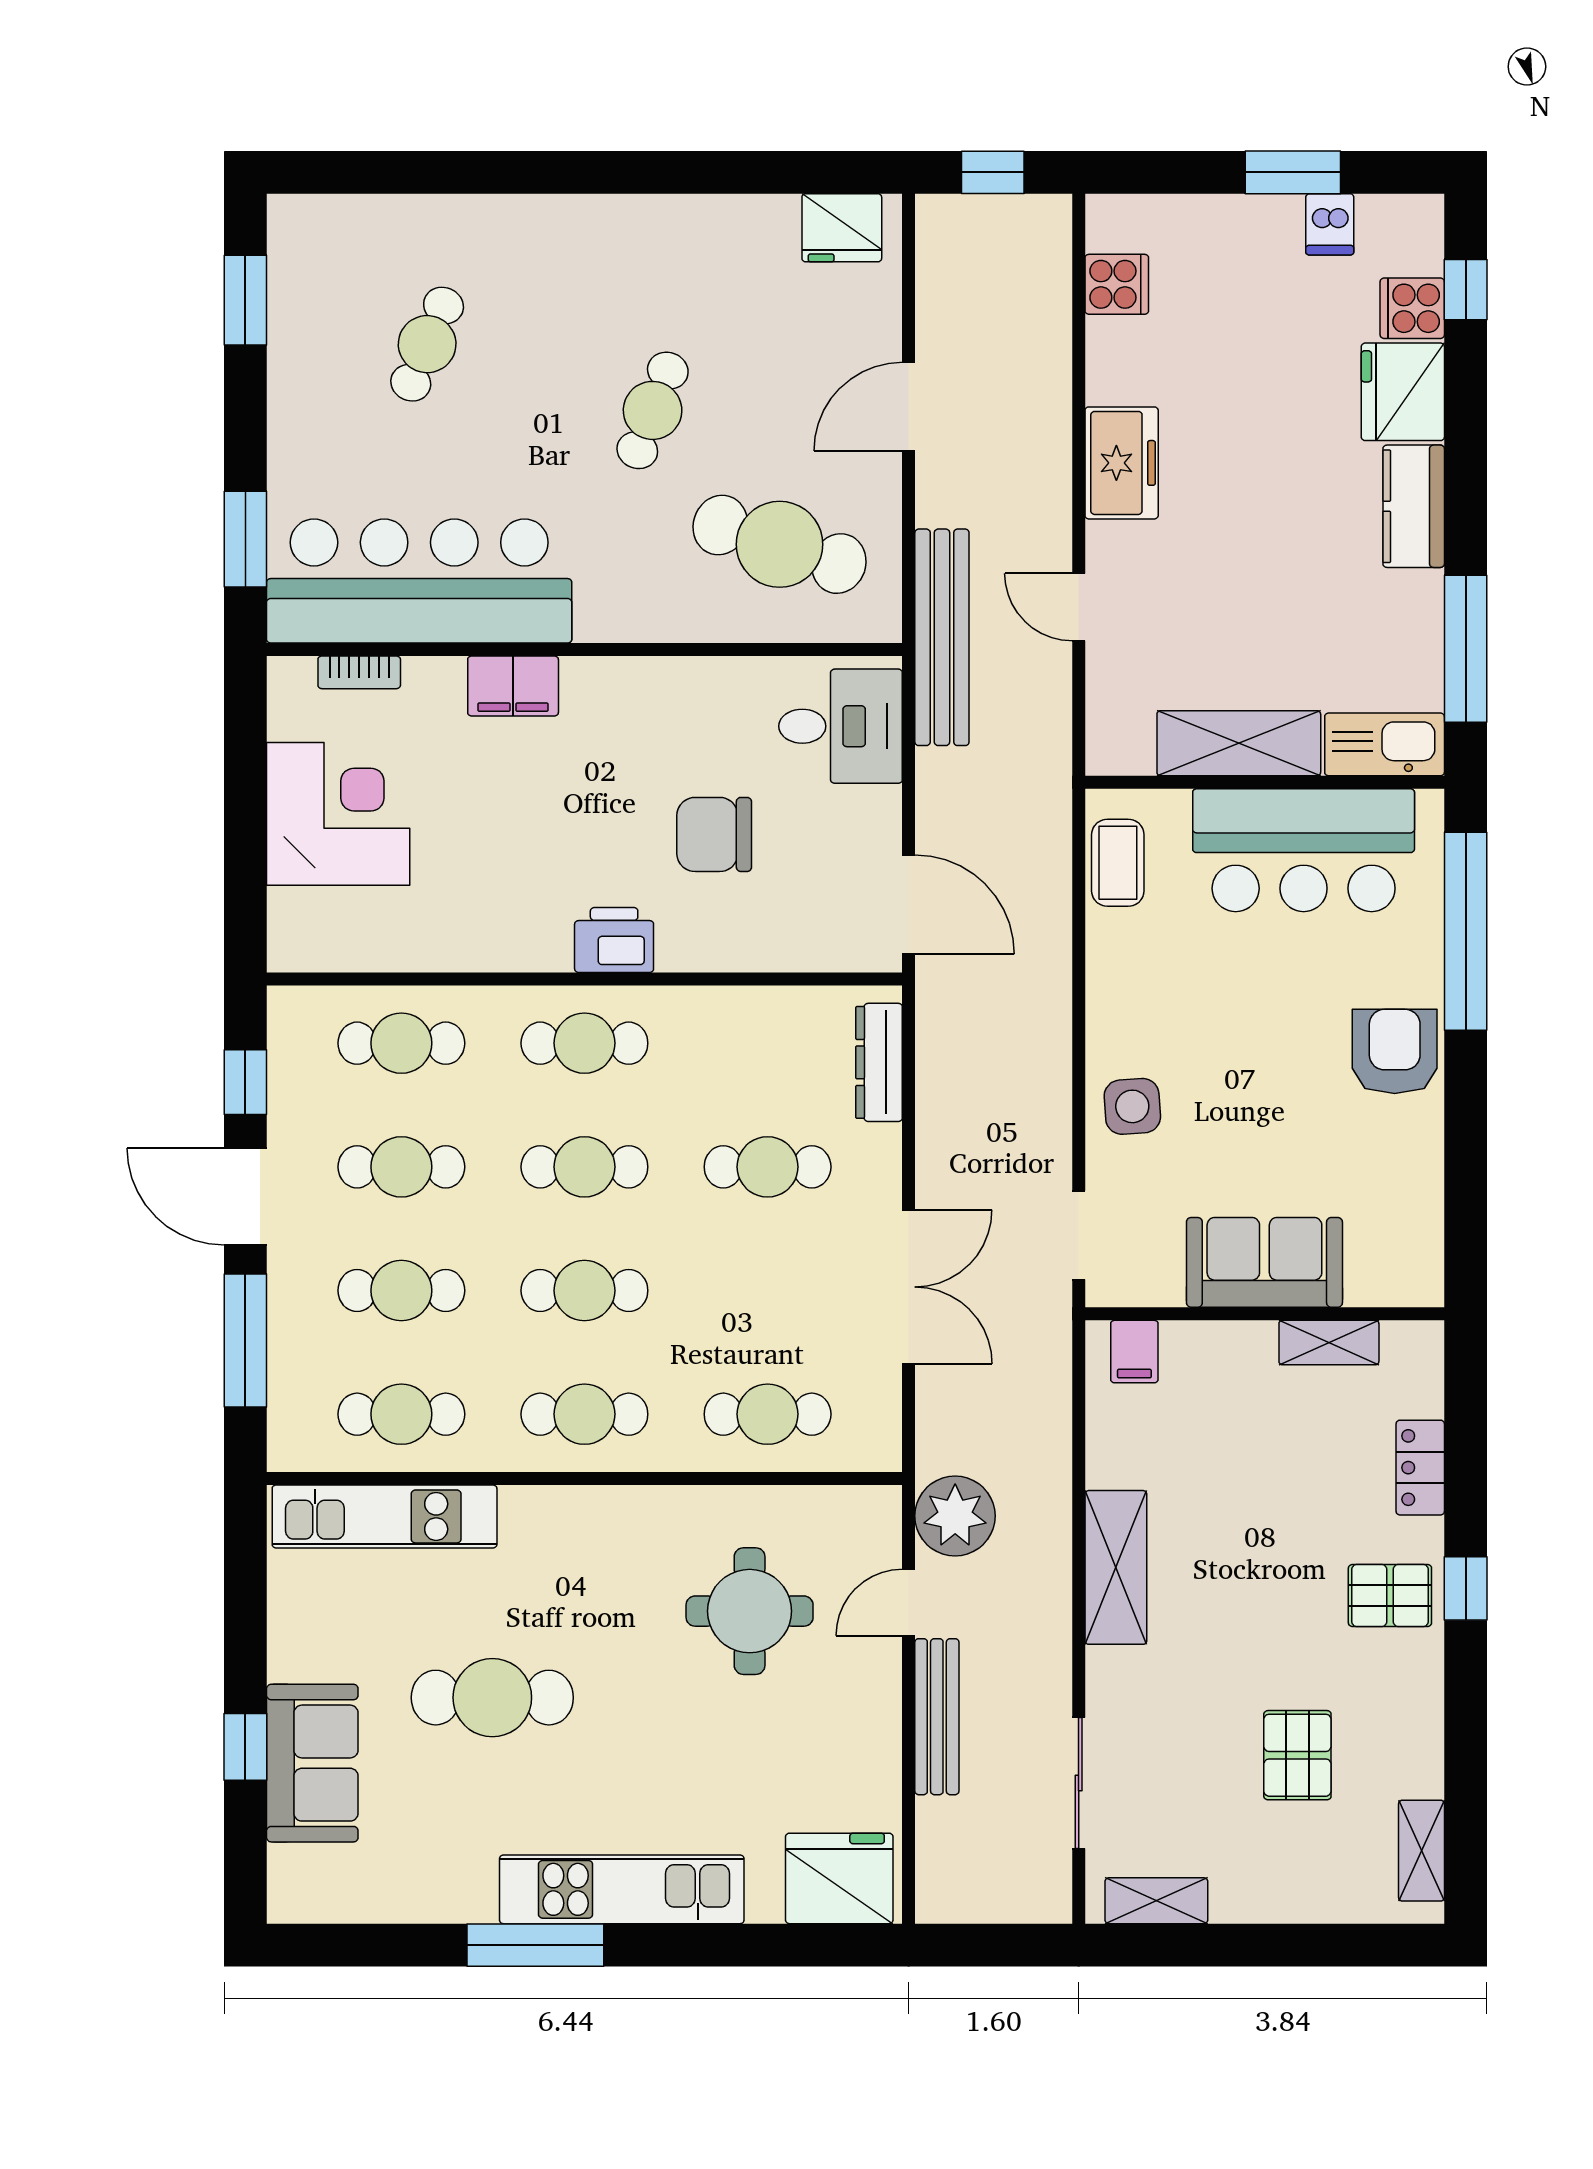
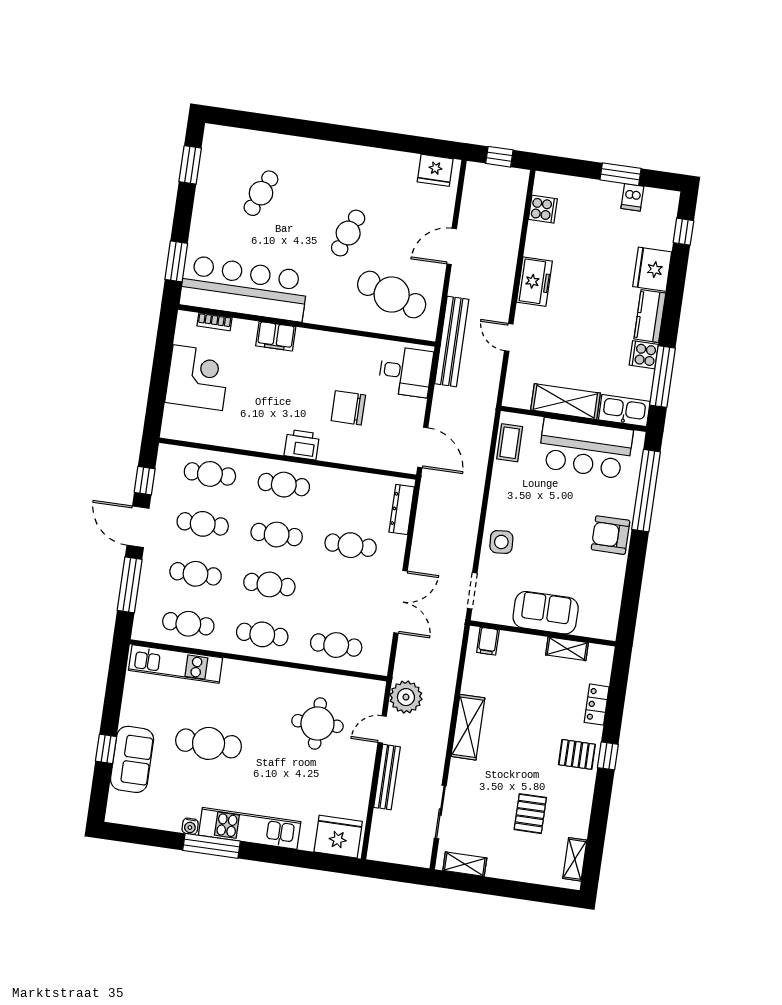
cooker: (1412, 308) -> (644, 355), moved
armchair: (1395, 1051) -> (610, 535), turned -90
water cooler: (476, 1905) -> (190, 826), added

